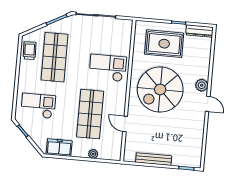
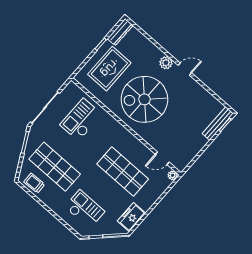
checkout: (108, 68) -> (81, 120), moved
spiral stairs: (160, 89) -> (144, 99), turned 90
checkout: (38, 106) -> (85, 209), turned 90
door: (125, 124) -> (162, 158), moved
plant: (93, 154) -> (173, 175), moved
bench: (154, 159) -> (218, 124), moved

